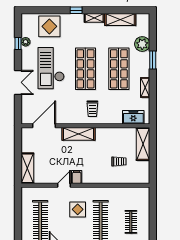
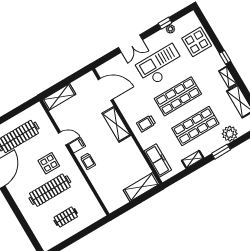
freezer: (133, 117) -> (158, 161), width x1.40
trolley: (119, 161) -> (88, 161), moved

